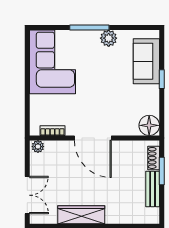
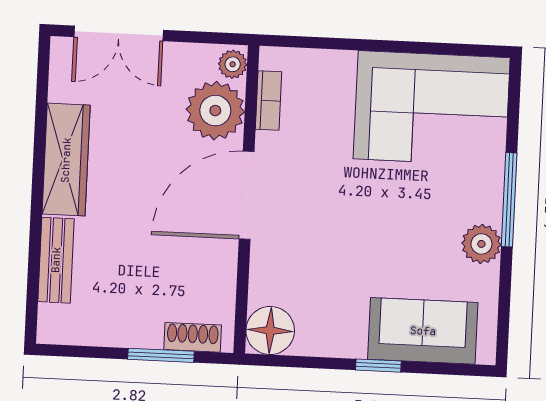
plant: (58, 153) -> (215, 111), added
bench: (153, 189) -> (56, 260), moved, turned 90

